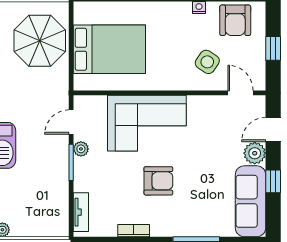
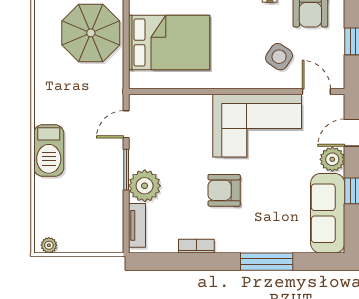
corner sofa: (147, 123) -> (257, 126), moved
plant: (81, 149) -> (145, 186), moved, width x1.87, depth x1.87
armchair: (158, 181) -> (224, 190), turned 180

